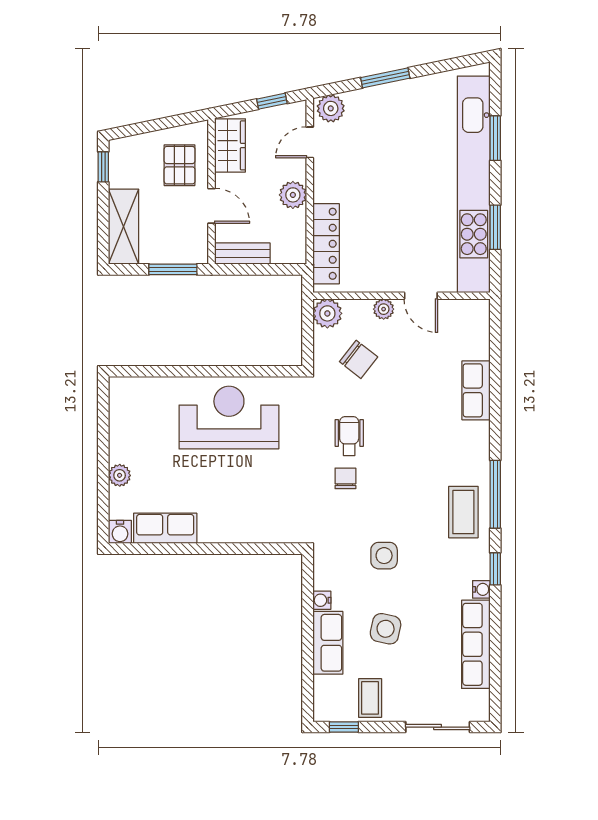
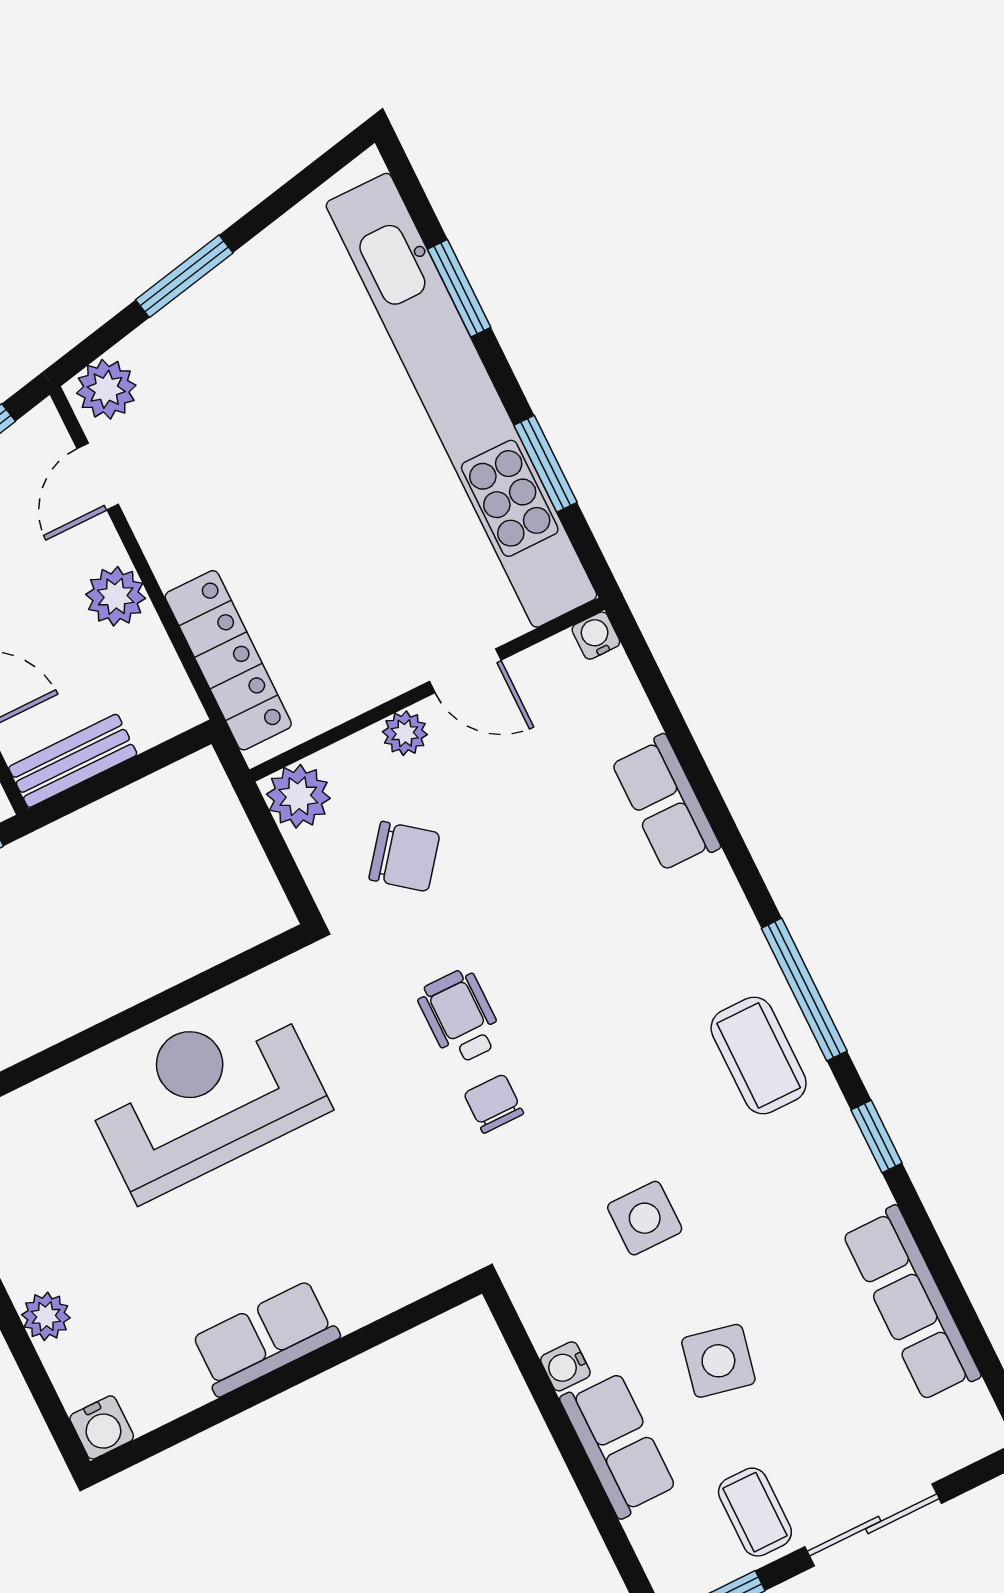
row of seats: (165, 528) -> (265, 1338), moved
water cooler: (481, 589) -> (596, 636), moved, turned -90
sliding door: (438, 727) -> (873, 1525), moved

